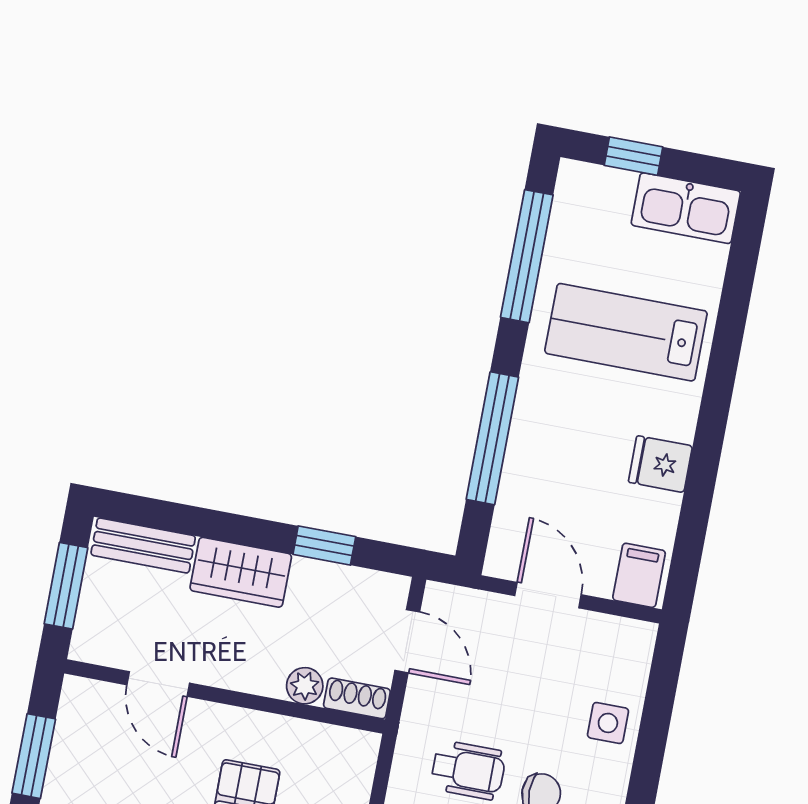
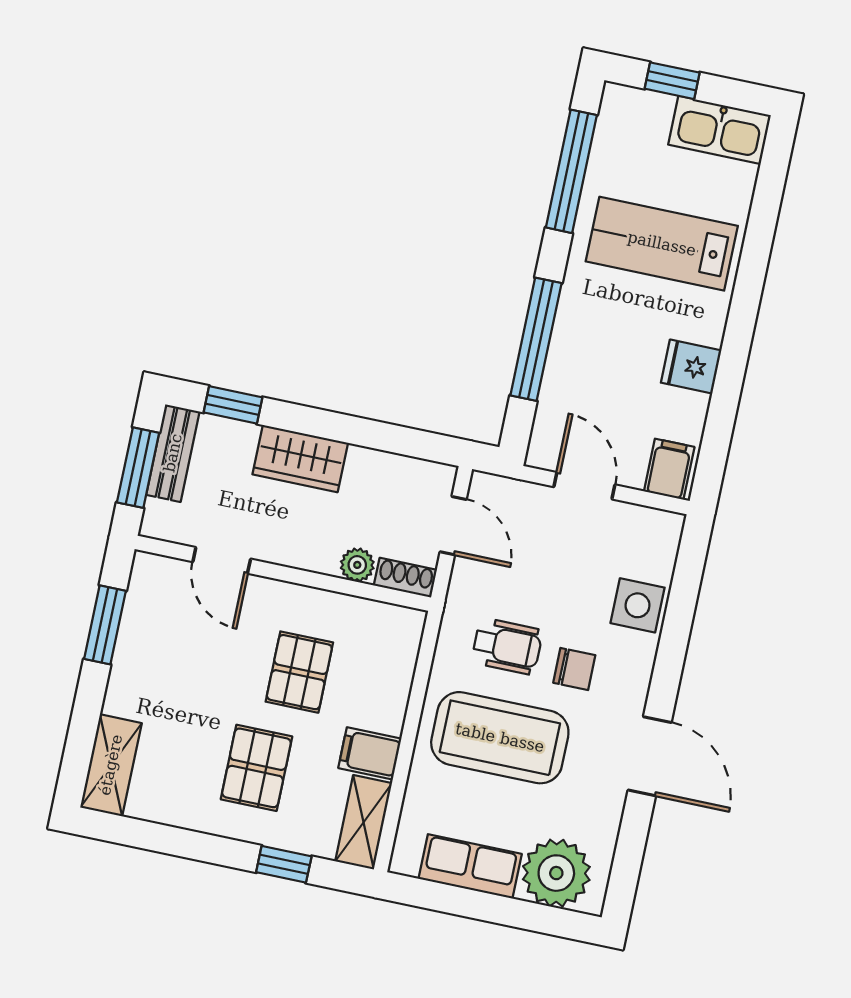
bench: (143, 545) -> (173, 453), moved, turned 90
window: (324, 546) -> (233, 405), moved
side table: (608, 723) -> (637, 605), width x1.37, depth x1.37

